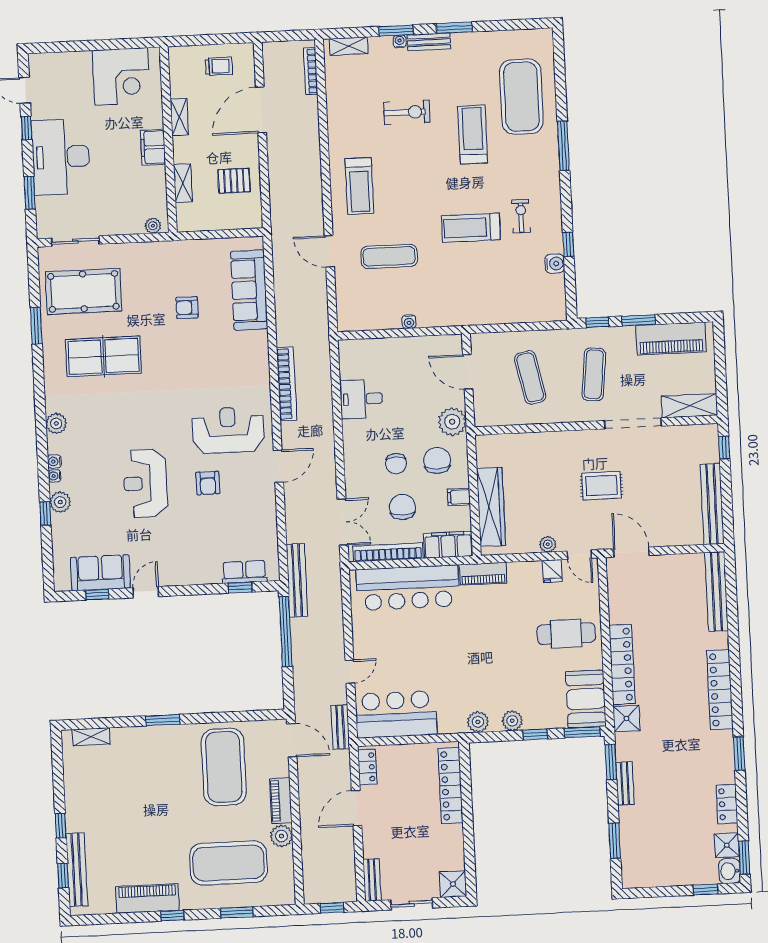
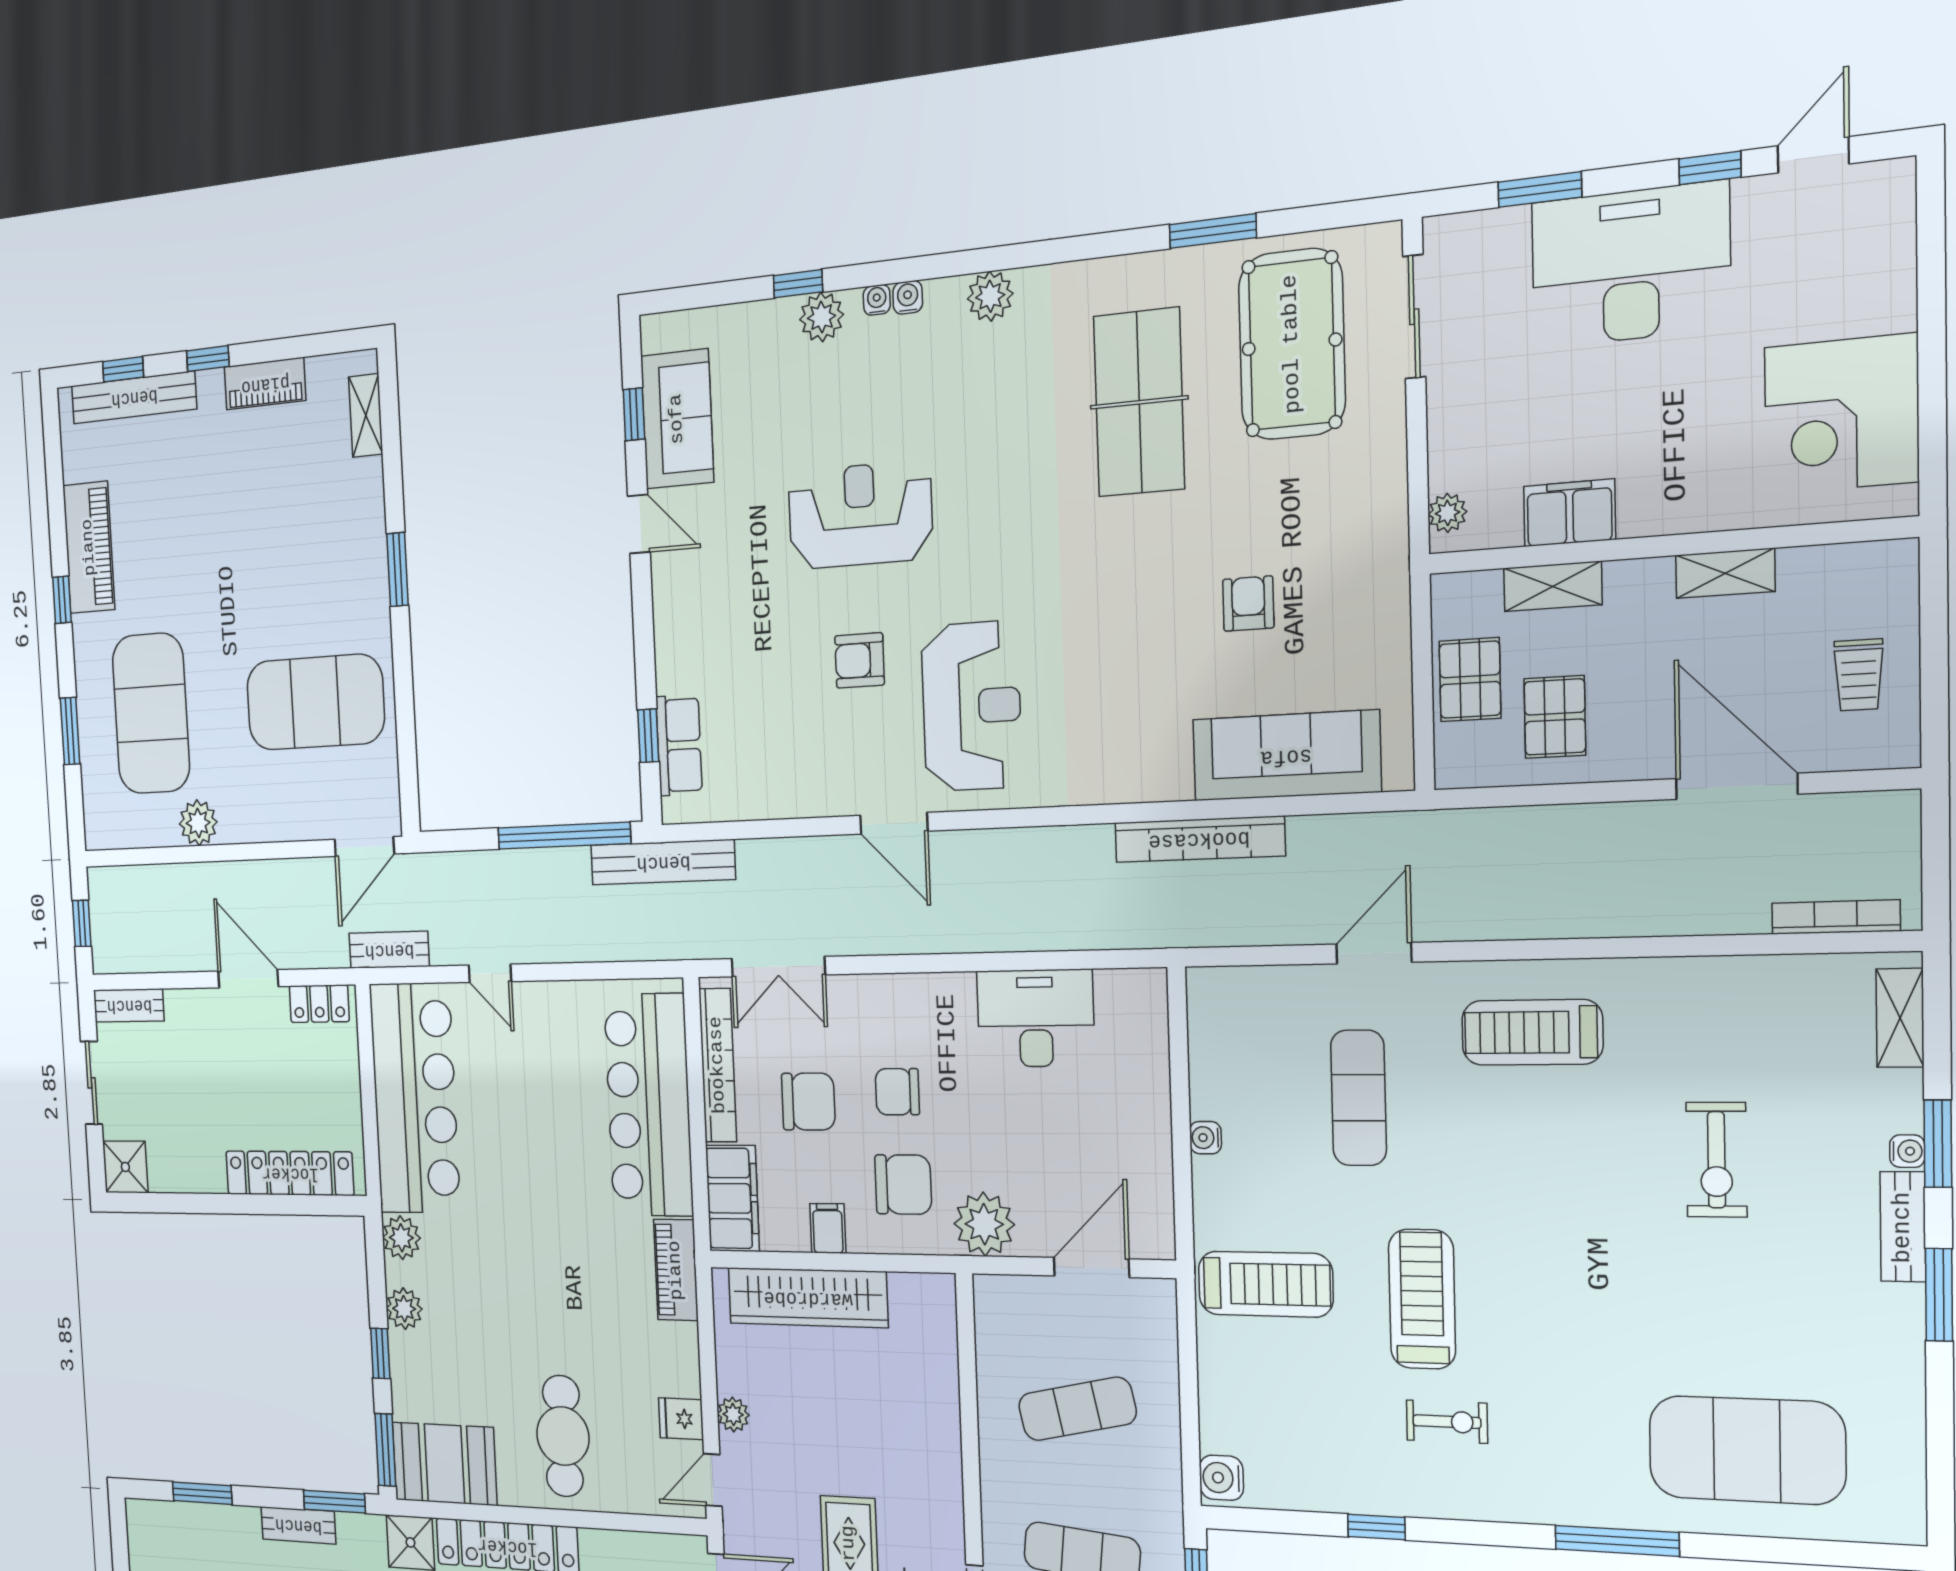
treadmill: (473, 134) -> (1265, 1284), moved
filing cabinet: (153, 147) -> (1570, 513), moved
pallet: (219, 215) -> (1470, 680), added
water cooler: (555, 264) -> (1221, 1478), moved, turned 90
bookcase: (287, 384) -> (1199, 839), moved
desk: (361, 399) -> (1036, 1018), width x1.37
bar counter: (396, 714) -> (415, 1098), width x1.36
piano: (281, 801) -> (265, 384), moved, turned 180

